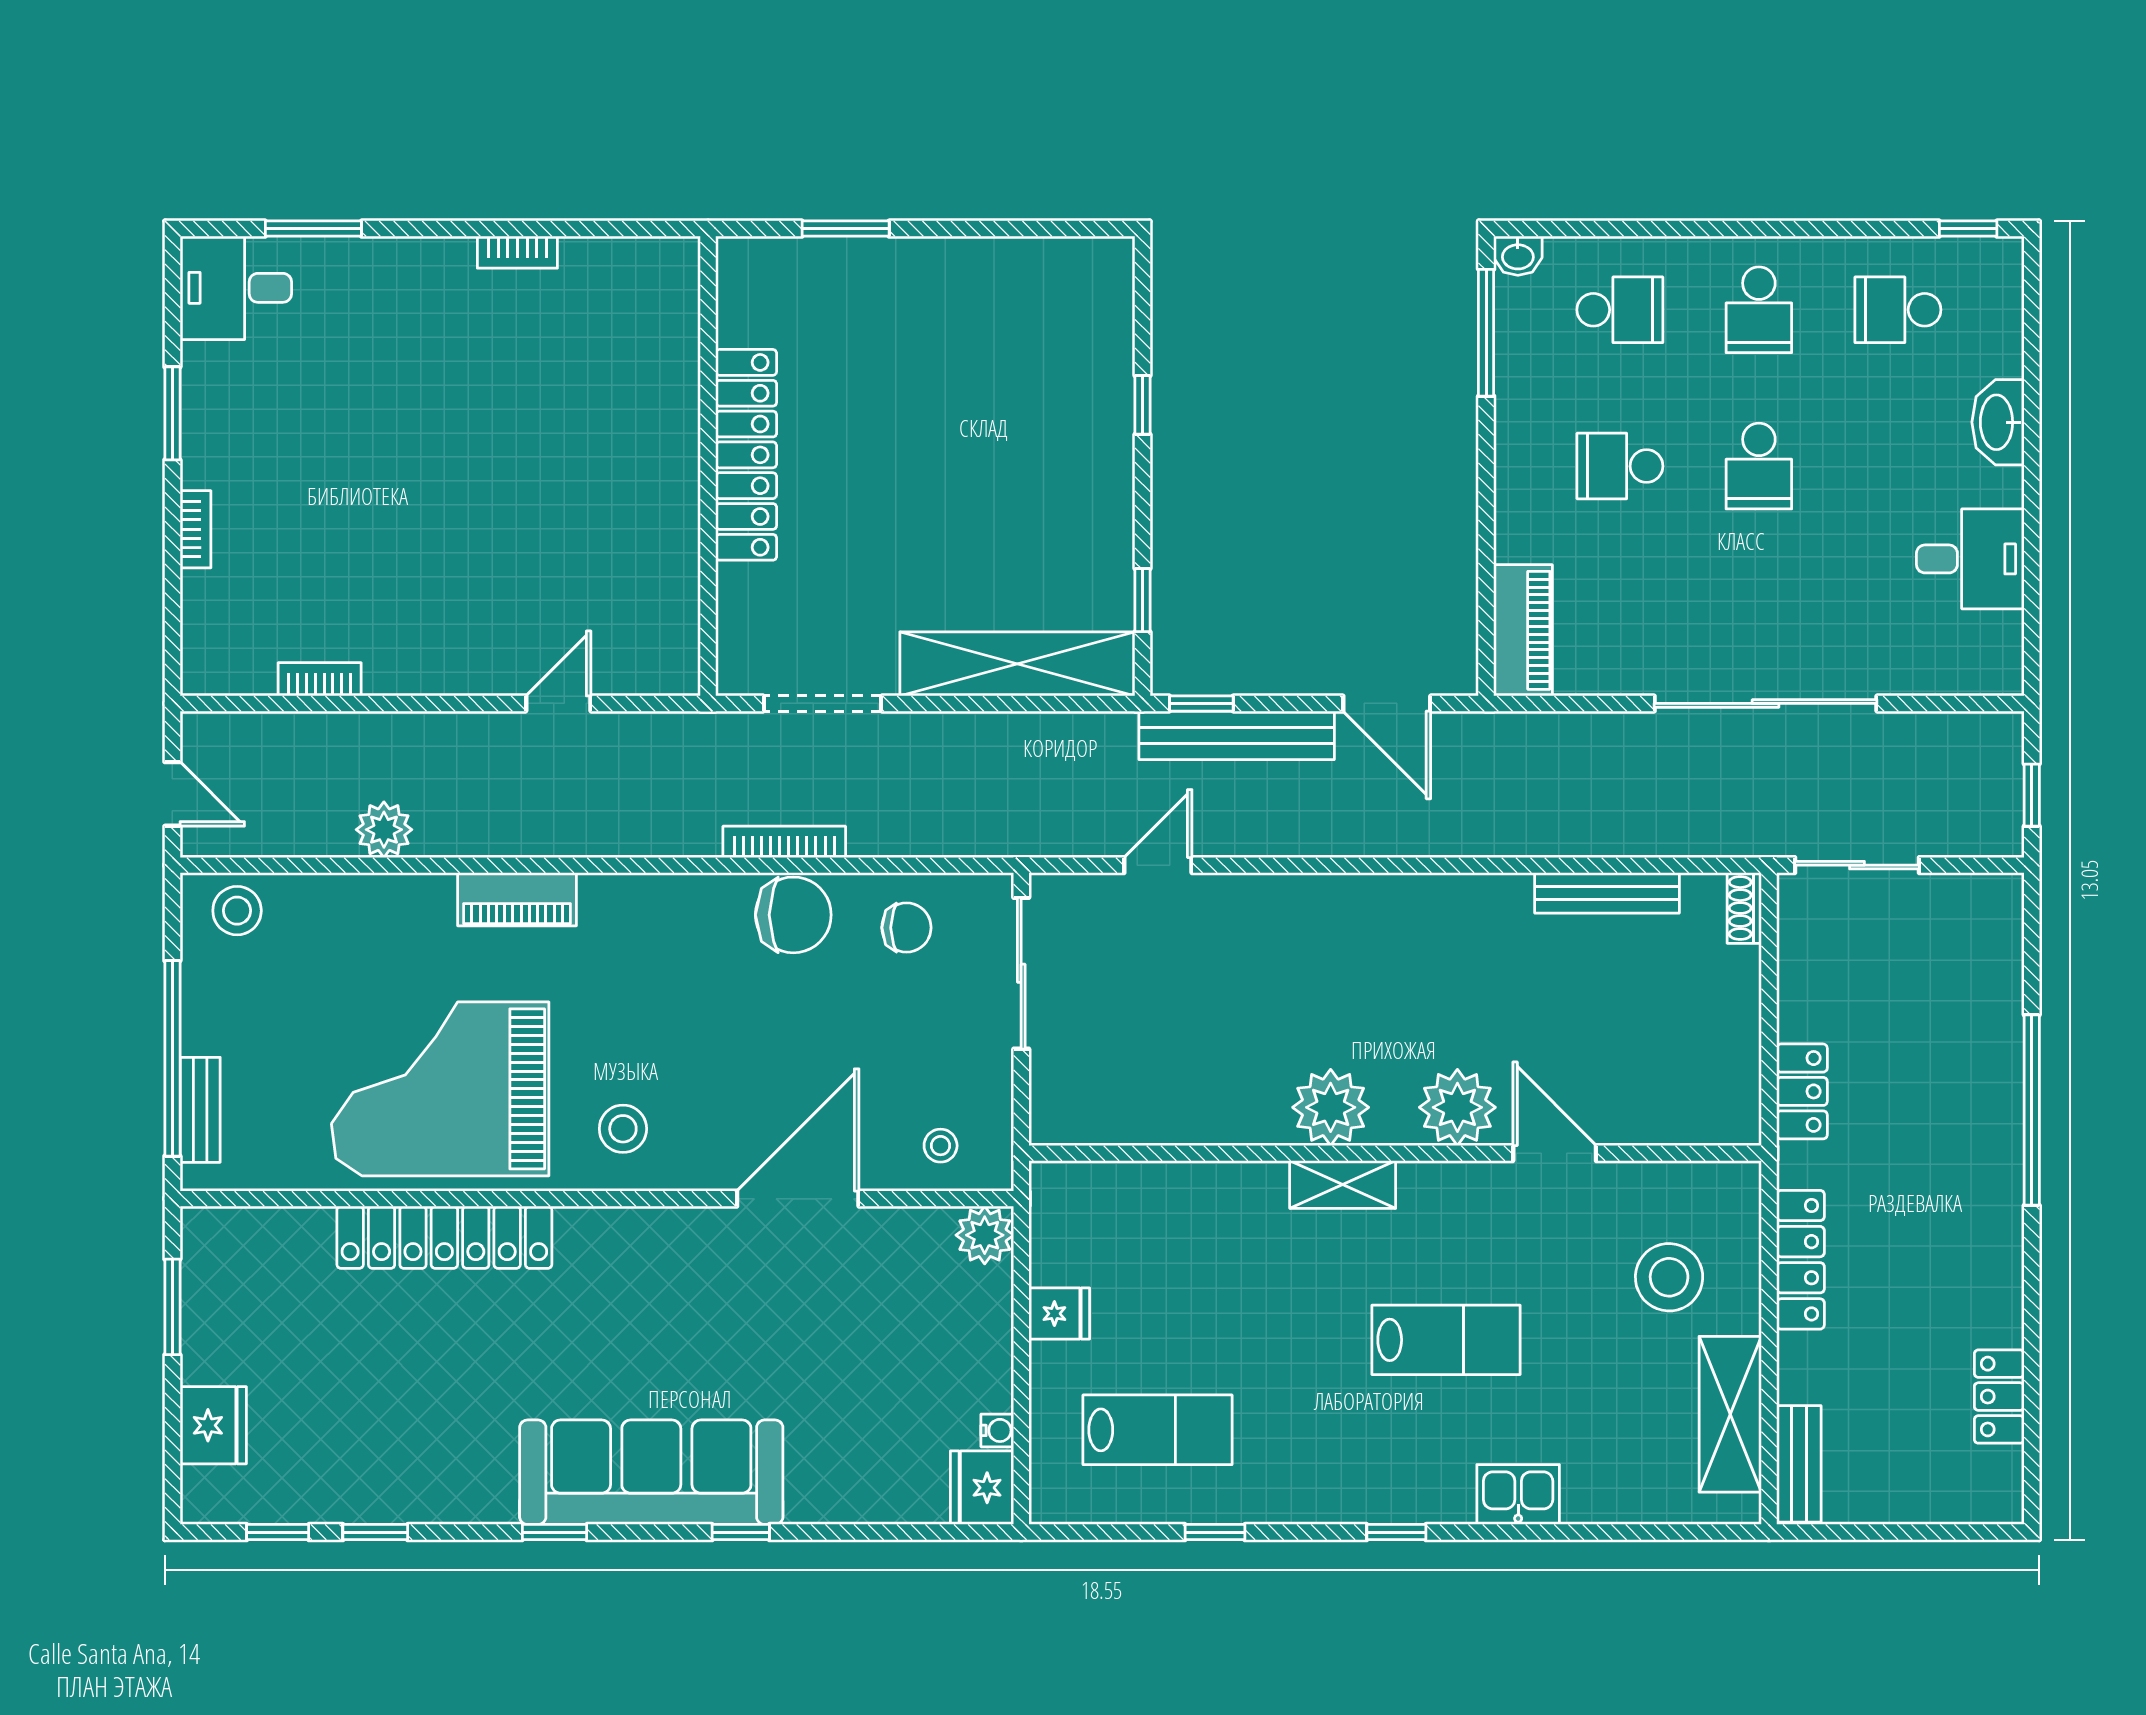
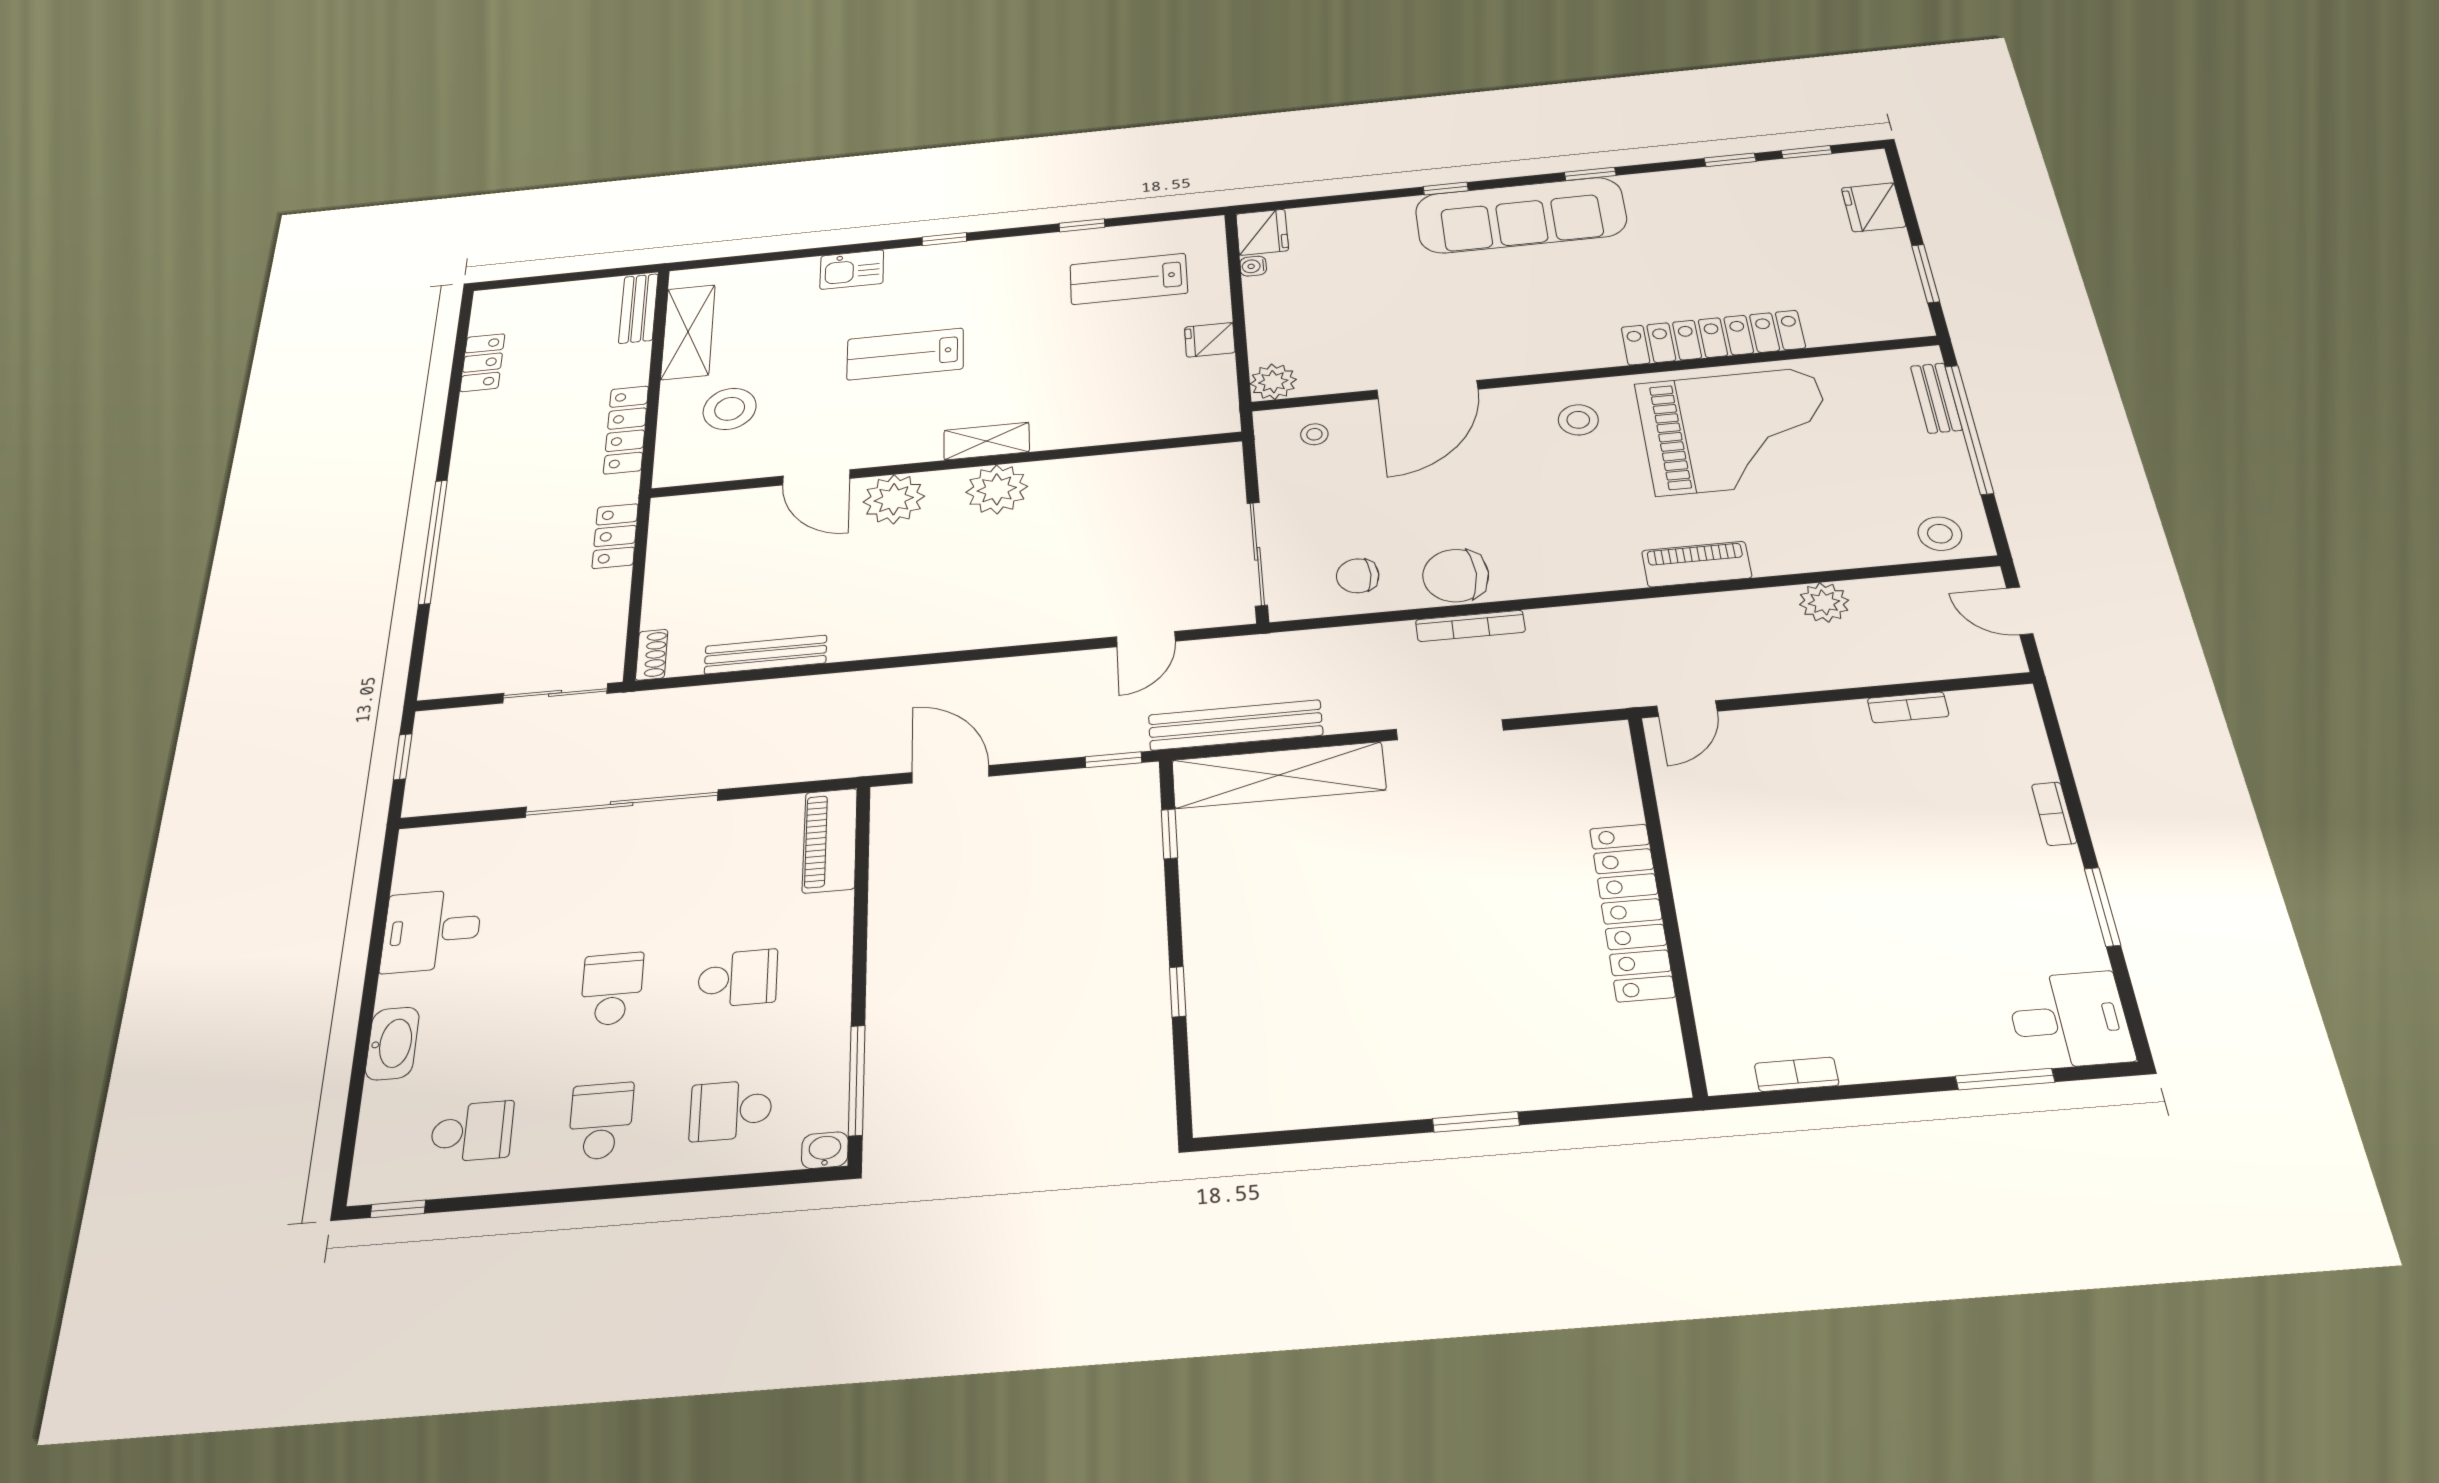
locker: (746, 455) -> (1632, 911), moved
wall: (708, 466) -> (1666, 899), moved
bench: (1237, 735) -> (1235, 725), moved

